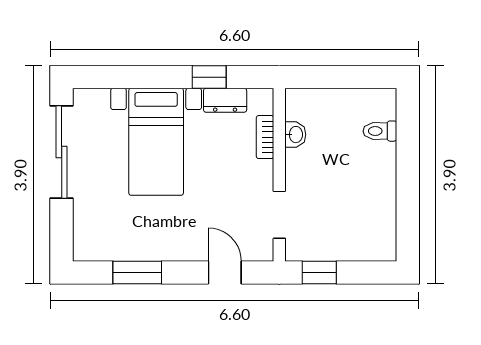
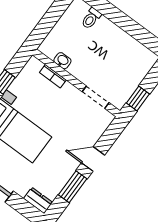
dresser: (225, 100) -> (38, 200), moved, turned -90
door: (225, 272) -> (93, 159), moved

